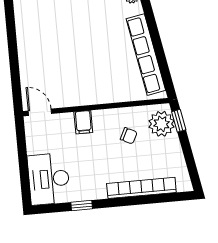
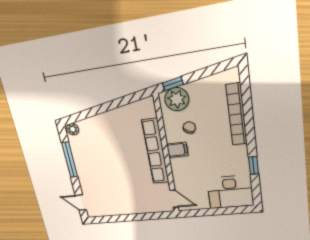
row of seats: (146, 55) -> (155, 151), moved, turned 100
door: (40, 112) -> (174, 199), swing flipped
filing cabinet: (83, 122) -> (177, 150), moved

